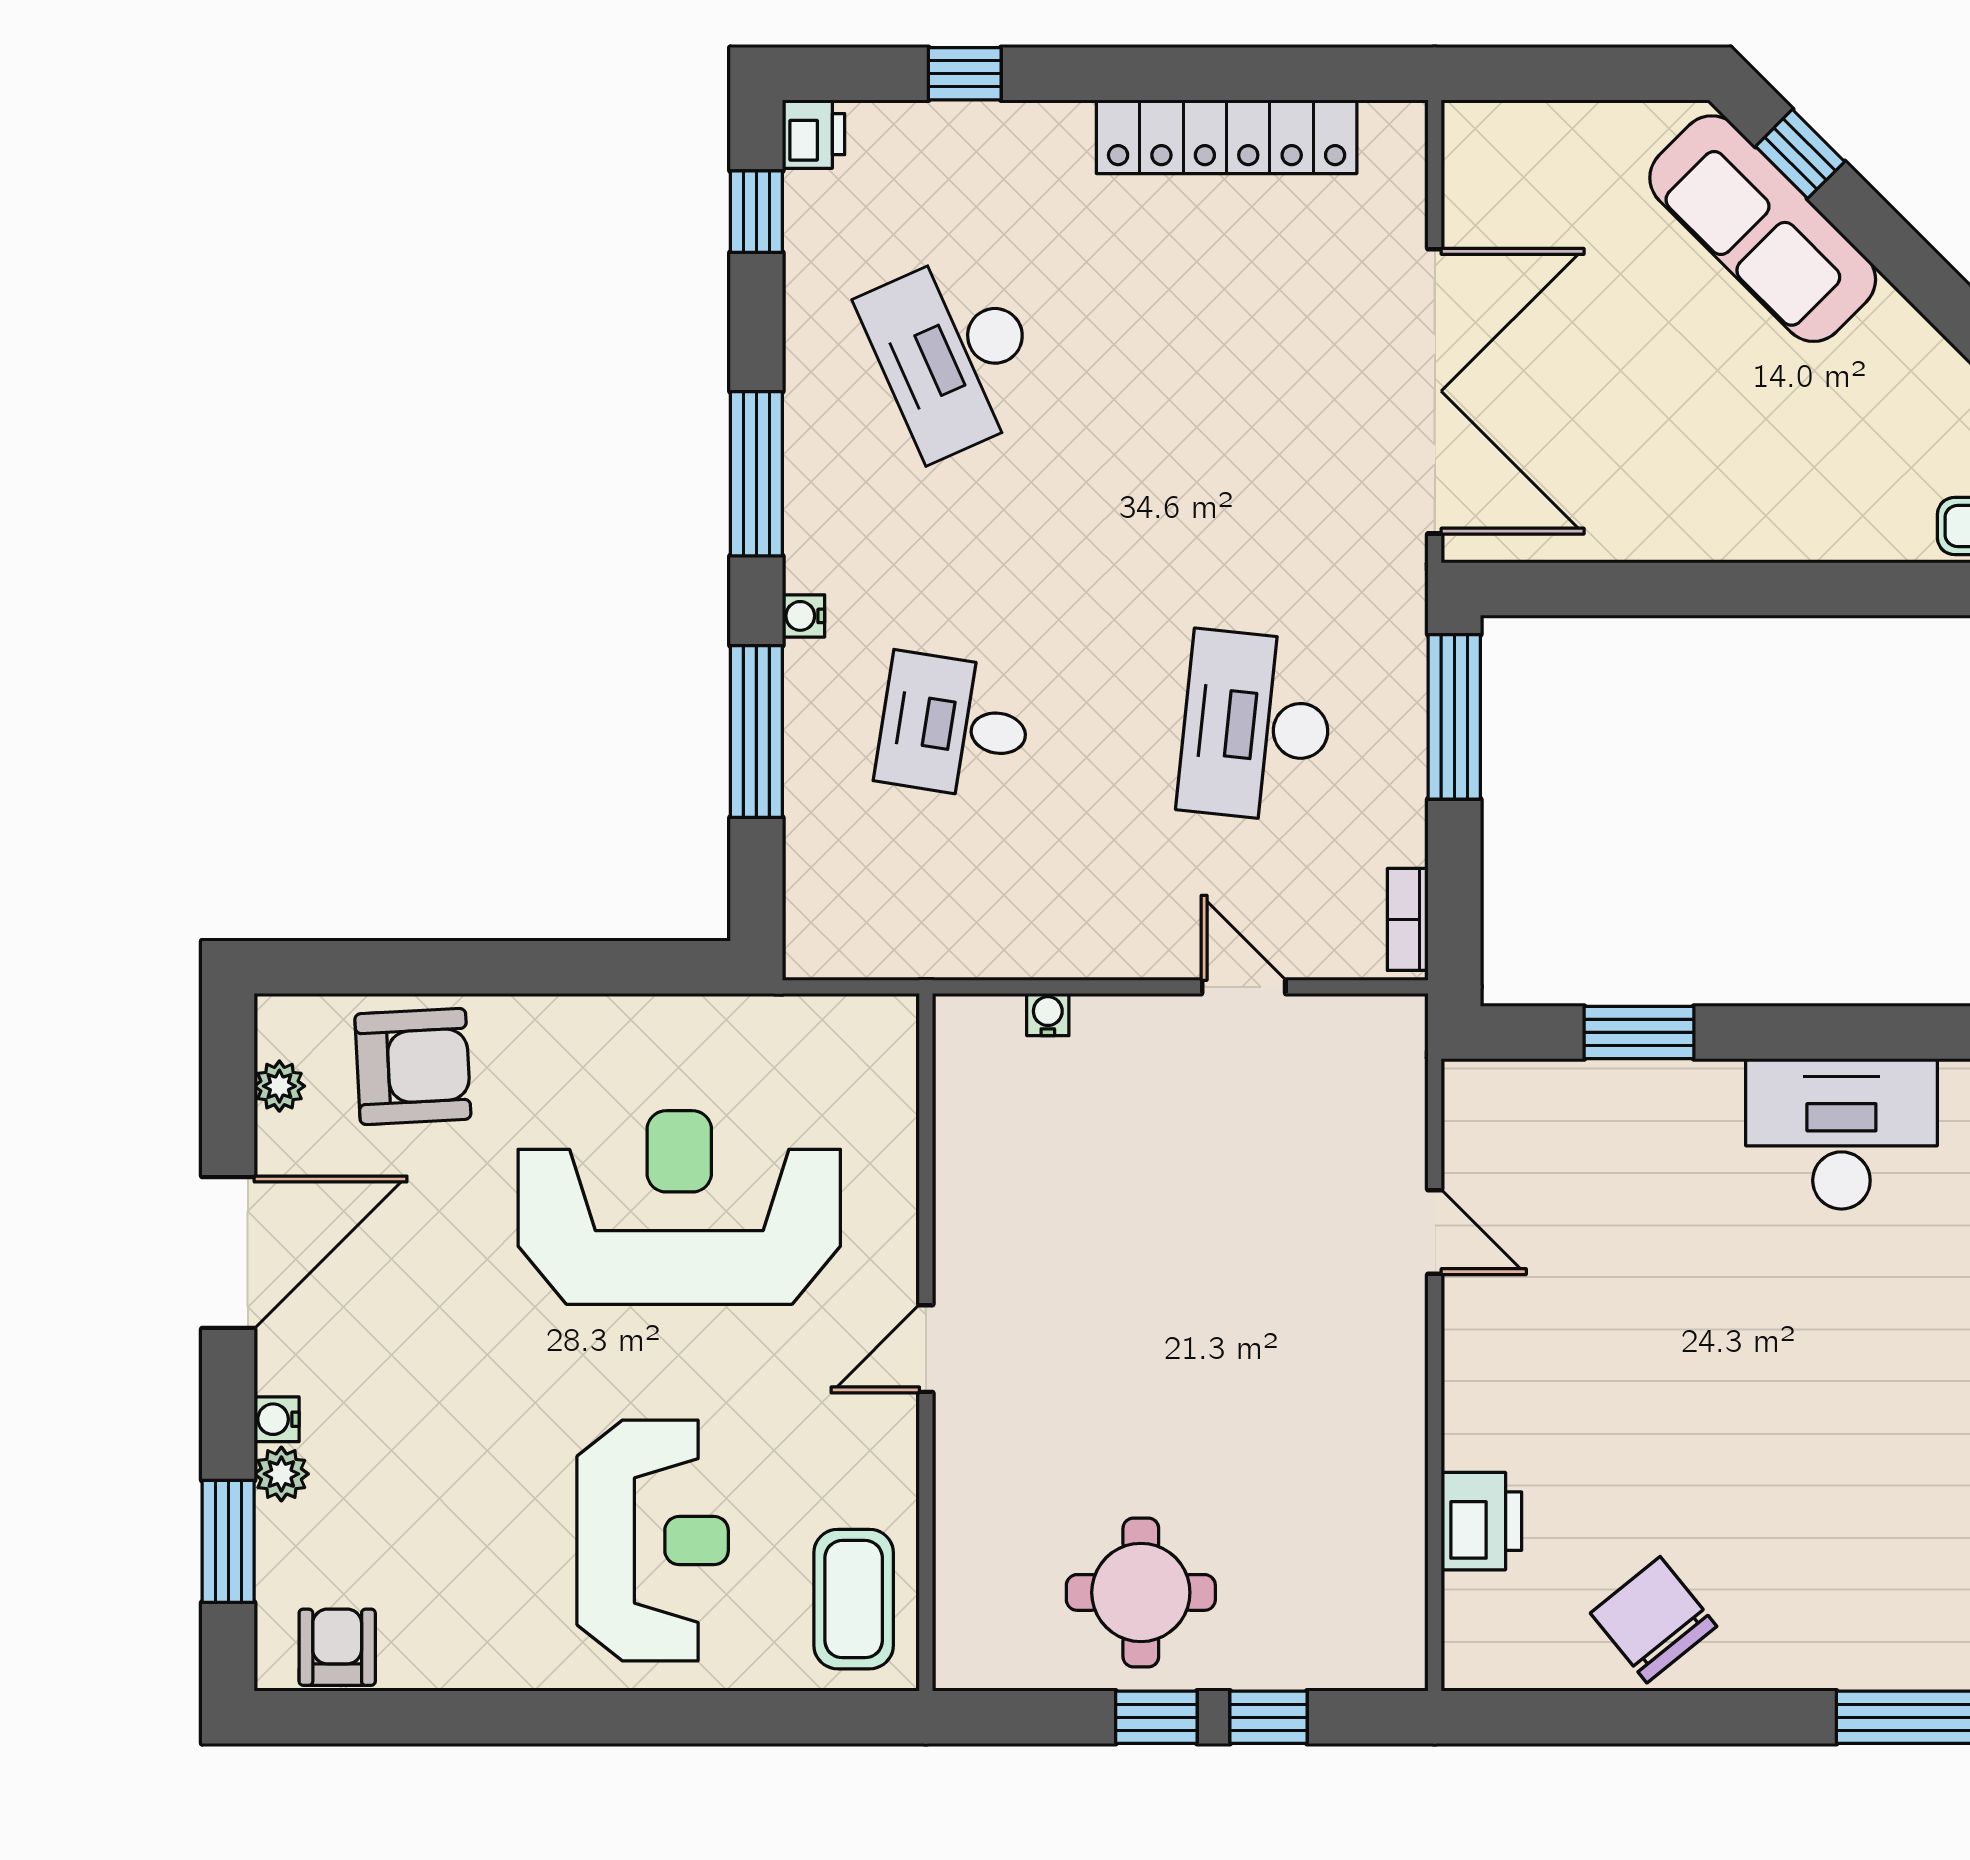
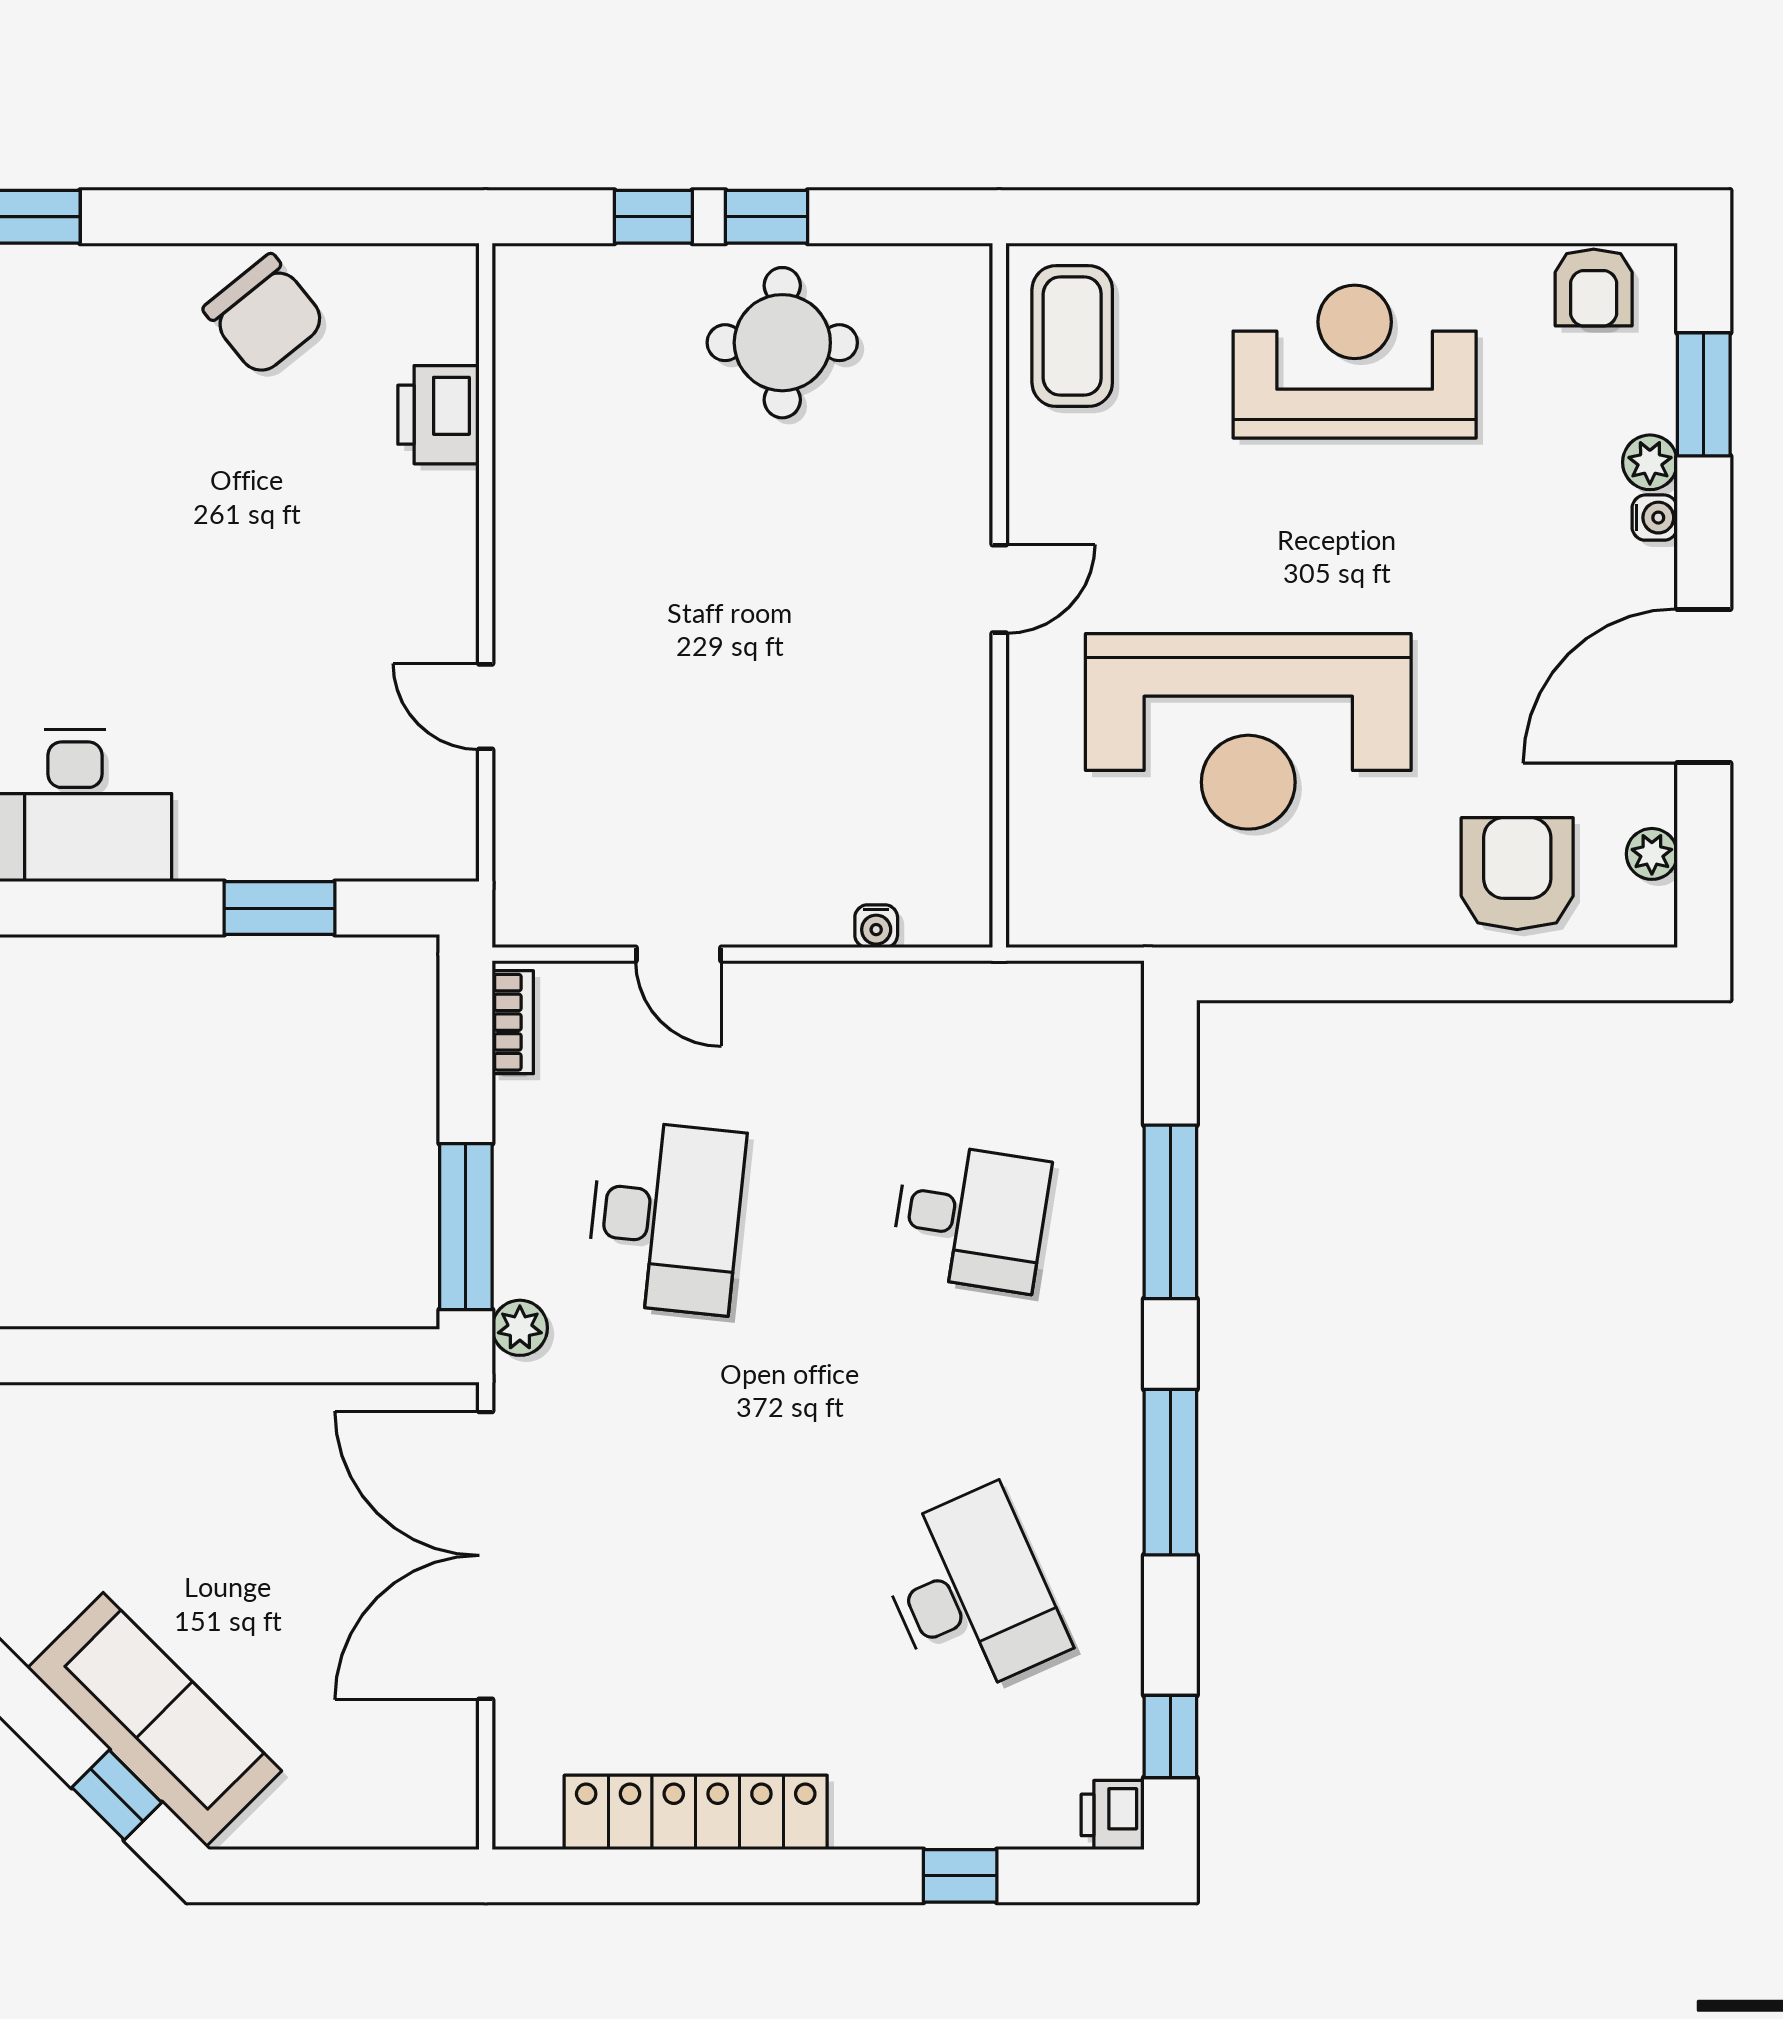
water cooler: (804, 616) -> (1123, 1329), removed
plant: (1401, 617) -> (520, 1328), added
armchair: (413, 1066) -> (1517, 874), turned 93
reception desk: (653, 1541) -> (1355, 362), moved, turned 90

